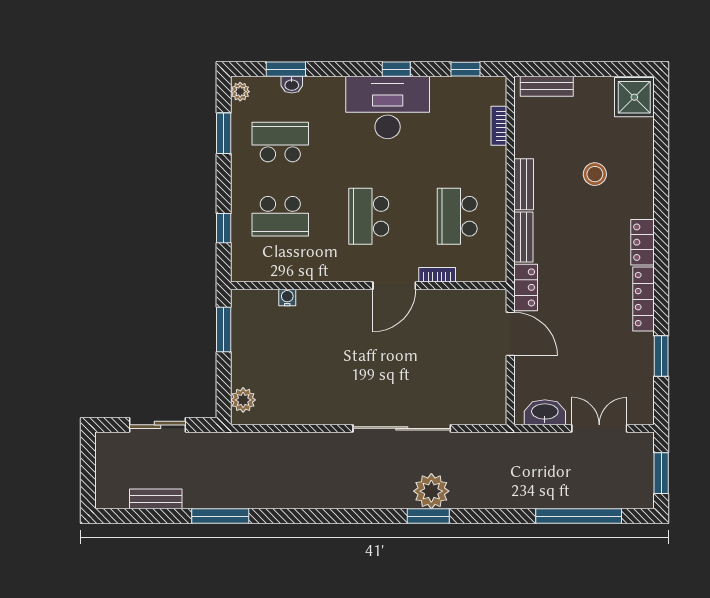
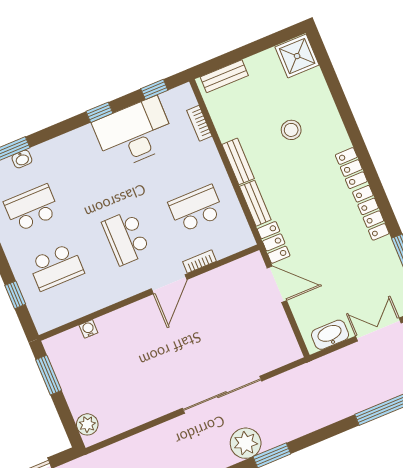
desk: (388, 107) -> (134, 133), moved
school desk: (457, 216) -> (196, 209), turned 90
plant: (431, 491) -> (246, 443), moved

